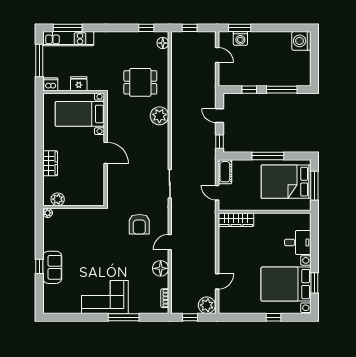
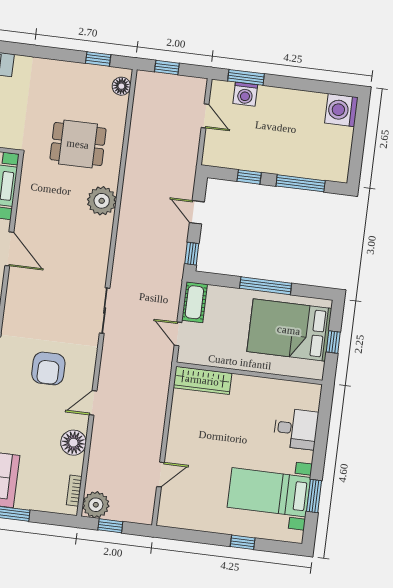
window: (314, 186) -> (333, 342), width x0.46
bed with nightstands: (286, 284) -> (269, 492), width x0.73
plant: (207, 305) -> (96, 505), moved

